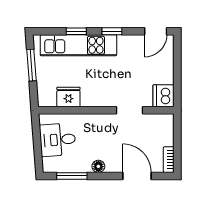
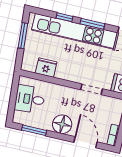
window: (112, 31) -> (92, 24), width x1.50
kitchen unit: (78, 45) -> (74, 31), width x1.36
floor lamp: (98, 166) -> (62, 124), width x1.89, depth x1.89

